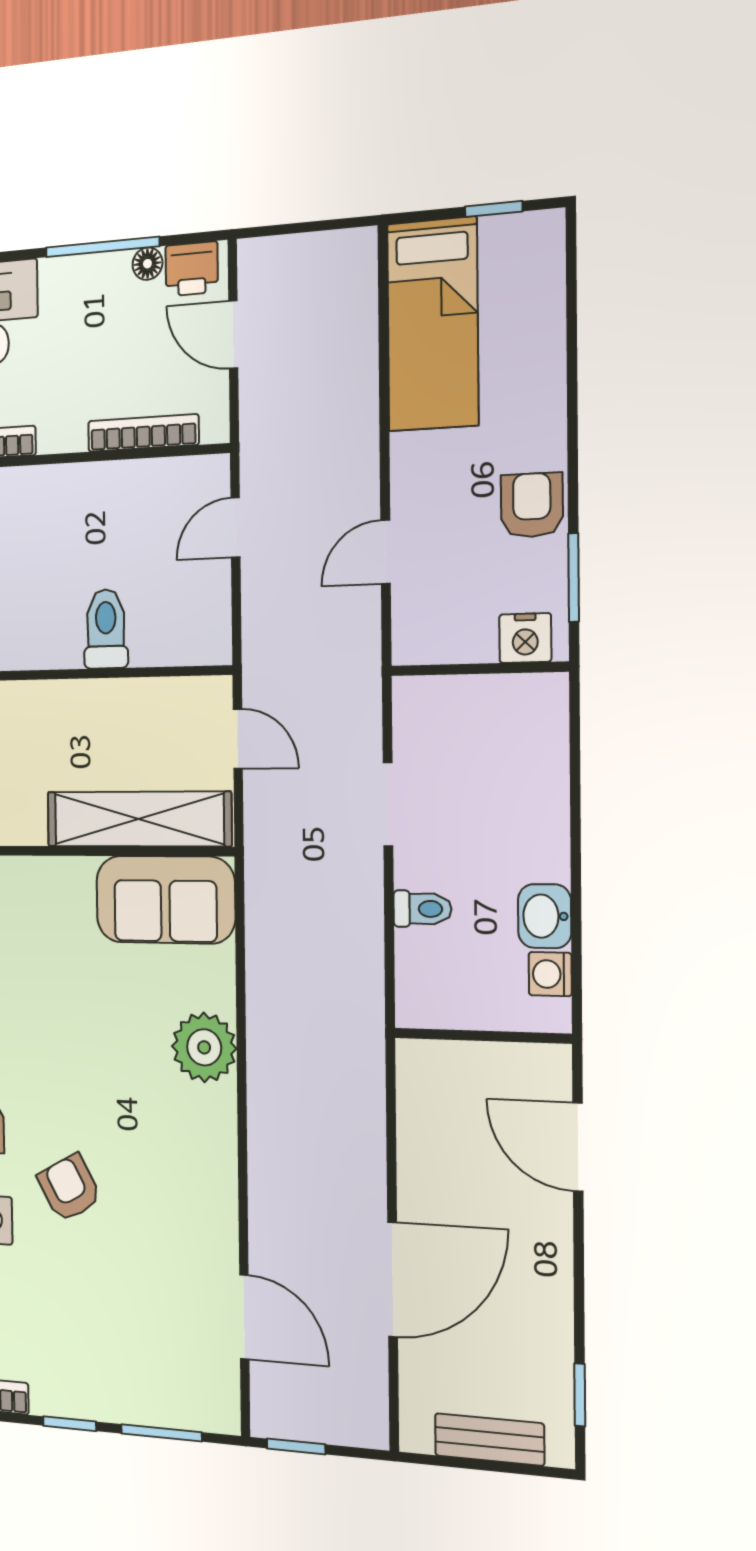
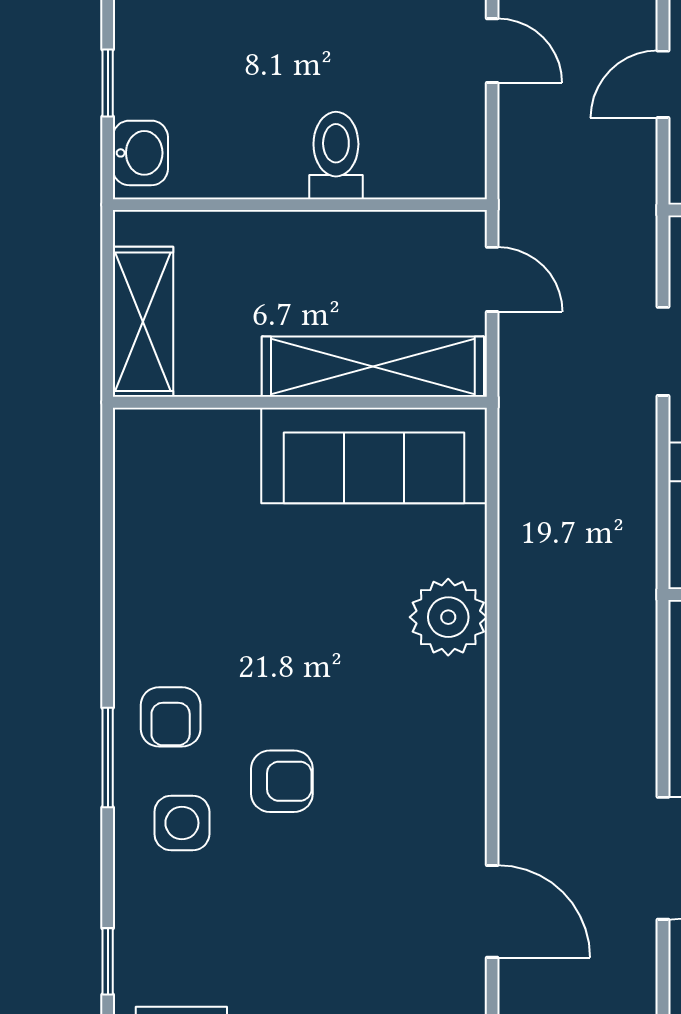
door: (235, 528) -> (492, 51), swing flipped
sofa: (165, 900) -> (374, 455), width x1.36
armchair: (69, 1188) -> (282, 781), turned 119

